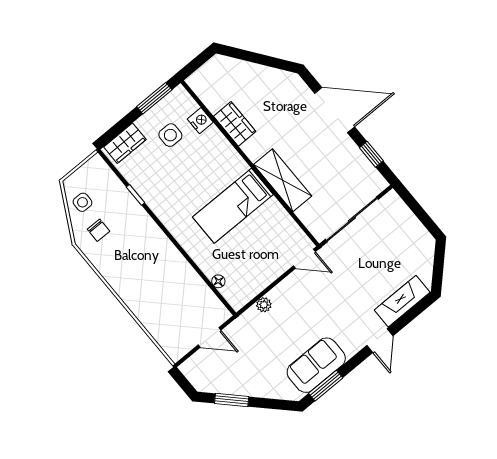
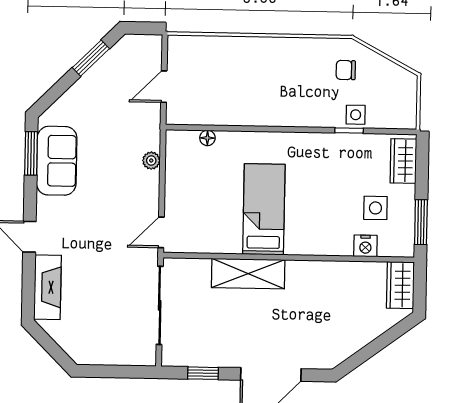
wardrobe: (235, 124) -> (400, 285), moved, turned 90
side table: (82, 202) -> (356, 115), moved

